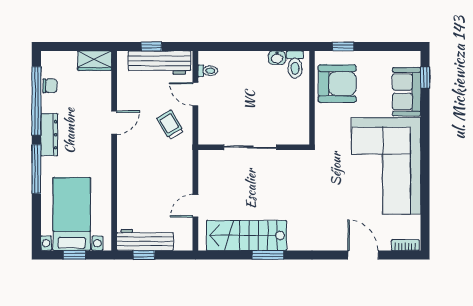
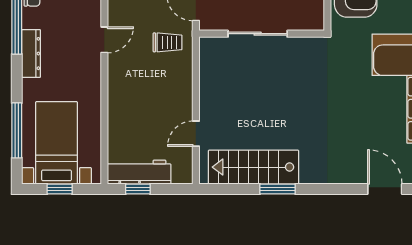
trolley: (170, 125) -> (167, 42), turned 121
sliding door: (250, 147) -> (258, 34), moved
wall: (254, 147) -> (262, 34), moved
window: (36, 169) -> (17, 130), moved

